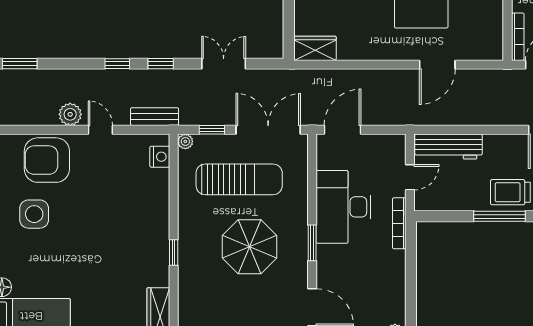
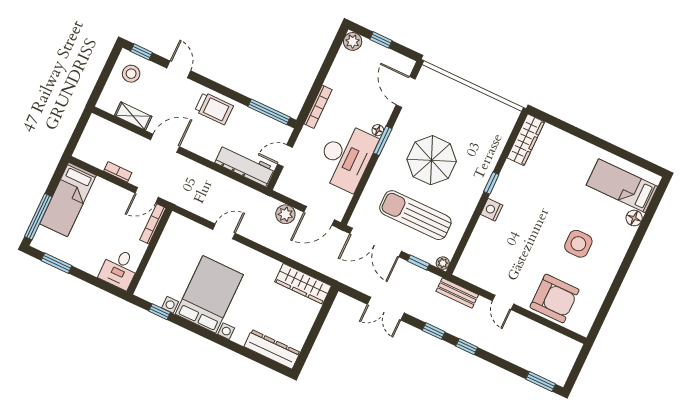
wardrobe: (315, 48) -> (303, 284), width x1.50
door: (437, 65) -> (224, 231), width x0.73
plant: (70, 114) -> (285, 214), moved
nightstand: (160, 157) -> (492, 210), moved
side table: (34, 214) -> (578, 244), moved
window: (500, 216) -> (269, 112), moved
bookcase: (399, 223) -> (318, 107), moved
floor lamp: (323, 252) -> (378, 130), added

